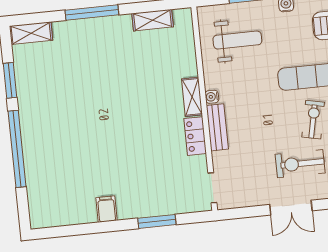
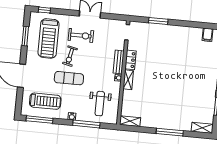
shelving: (153, 20) -> (130, 121), moved
weight bench: (237, 40) -> (100, 104), turned -90
filing cabinet: (107, 209) -> (208, 35), moved

